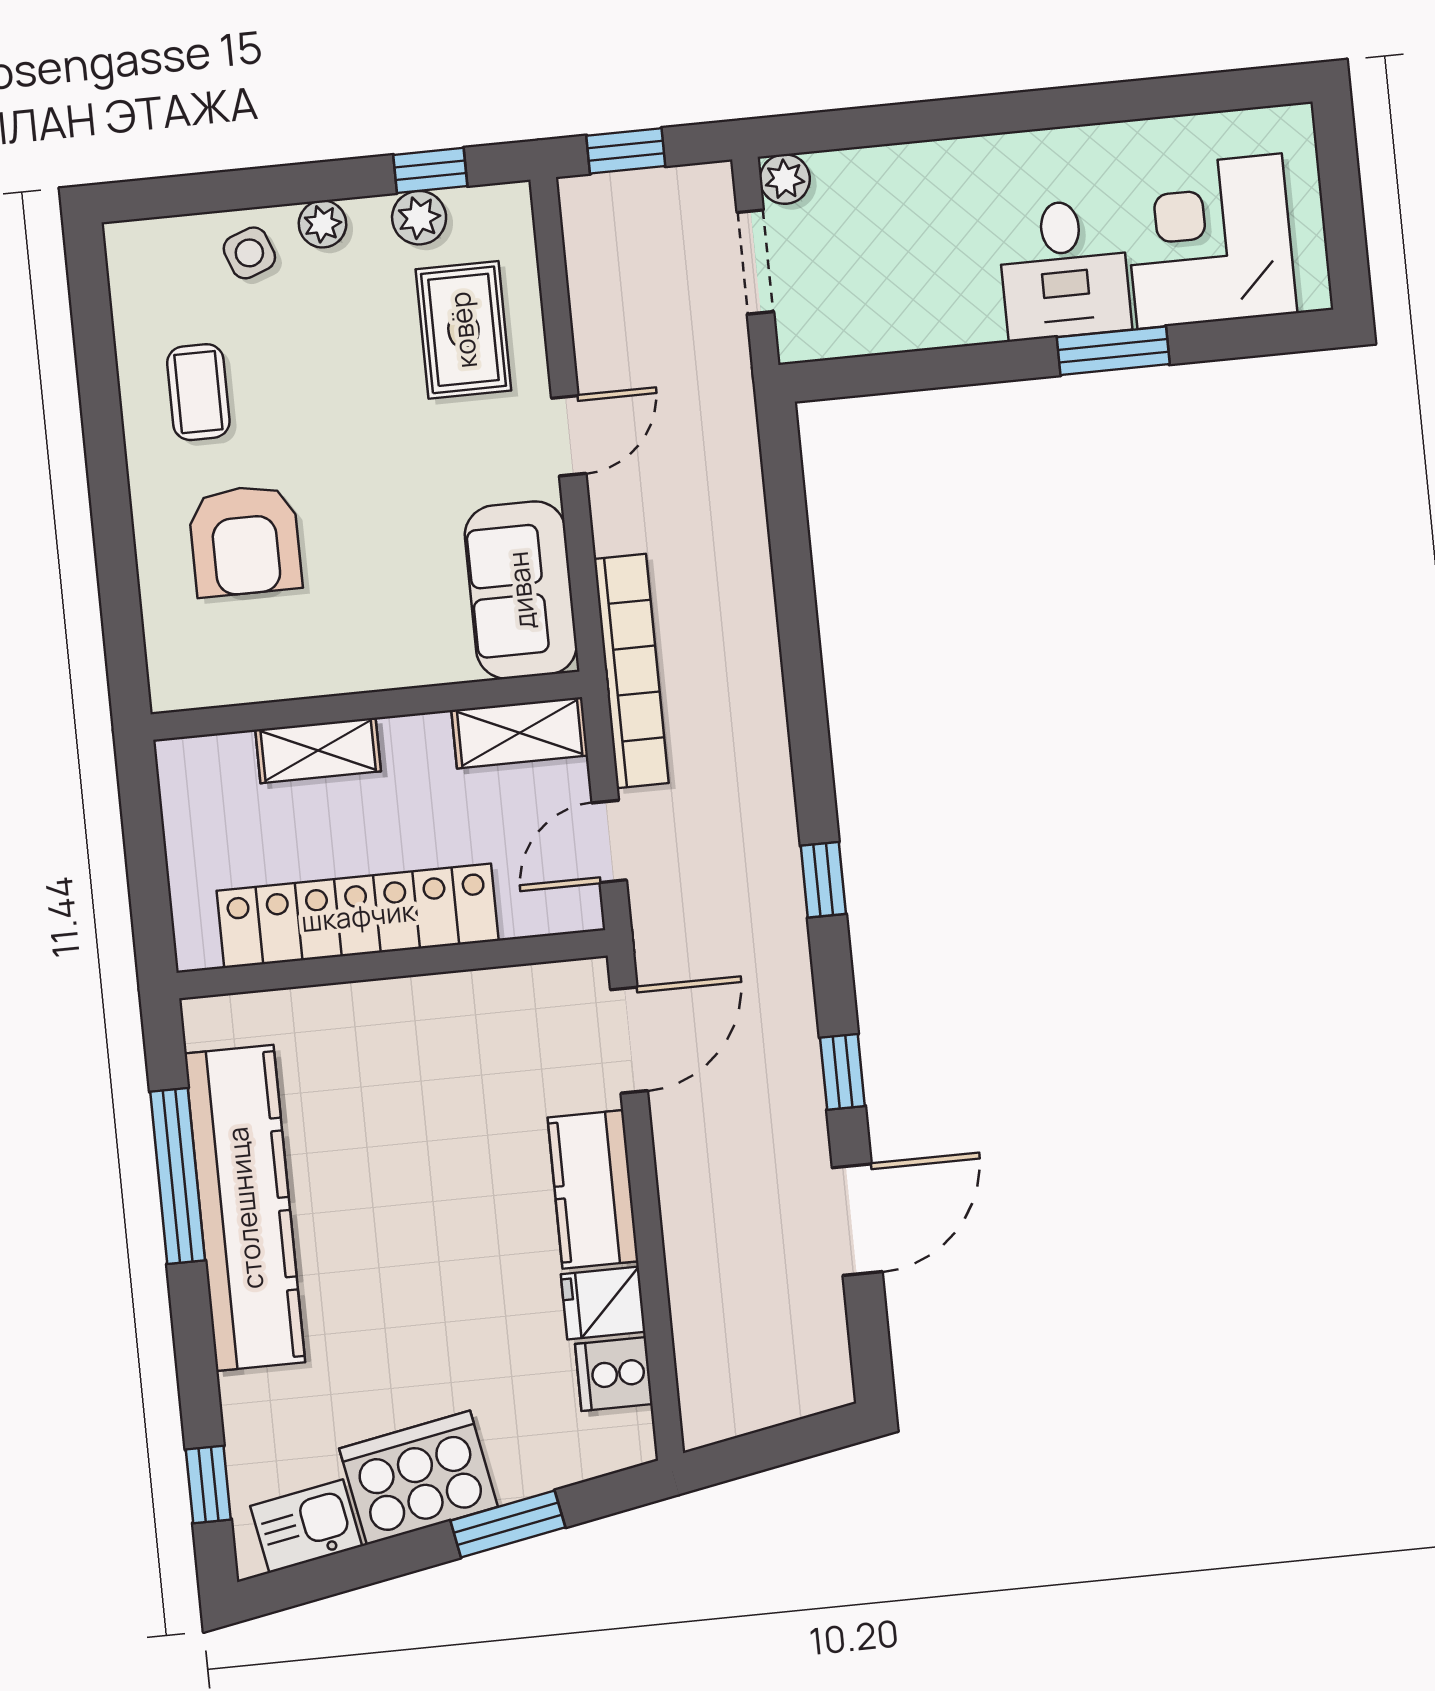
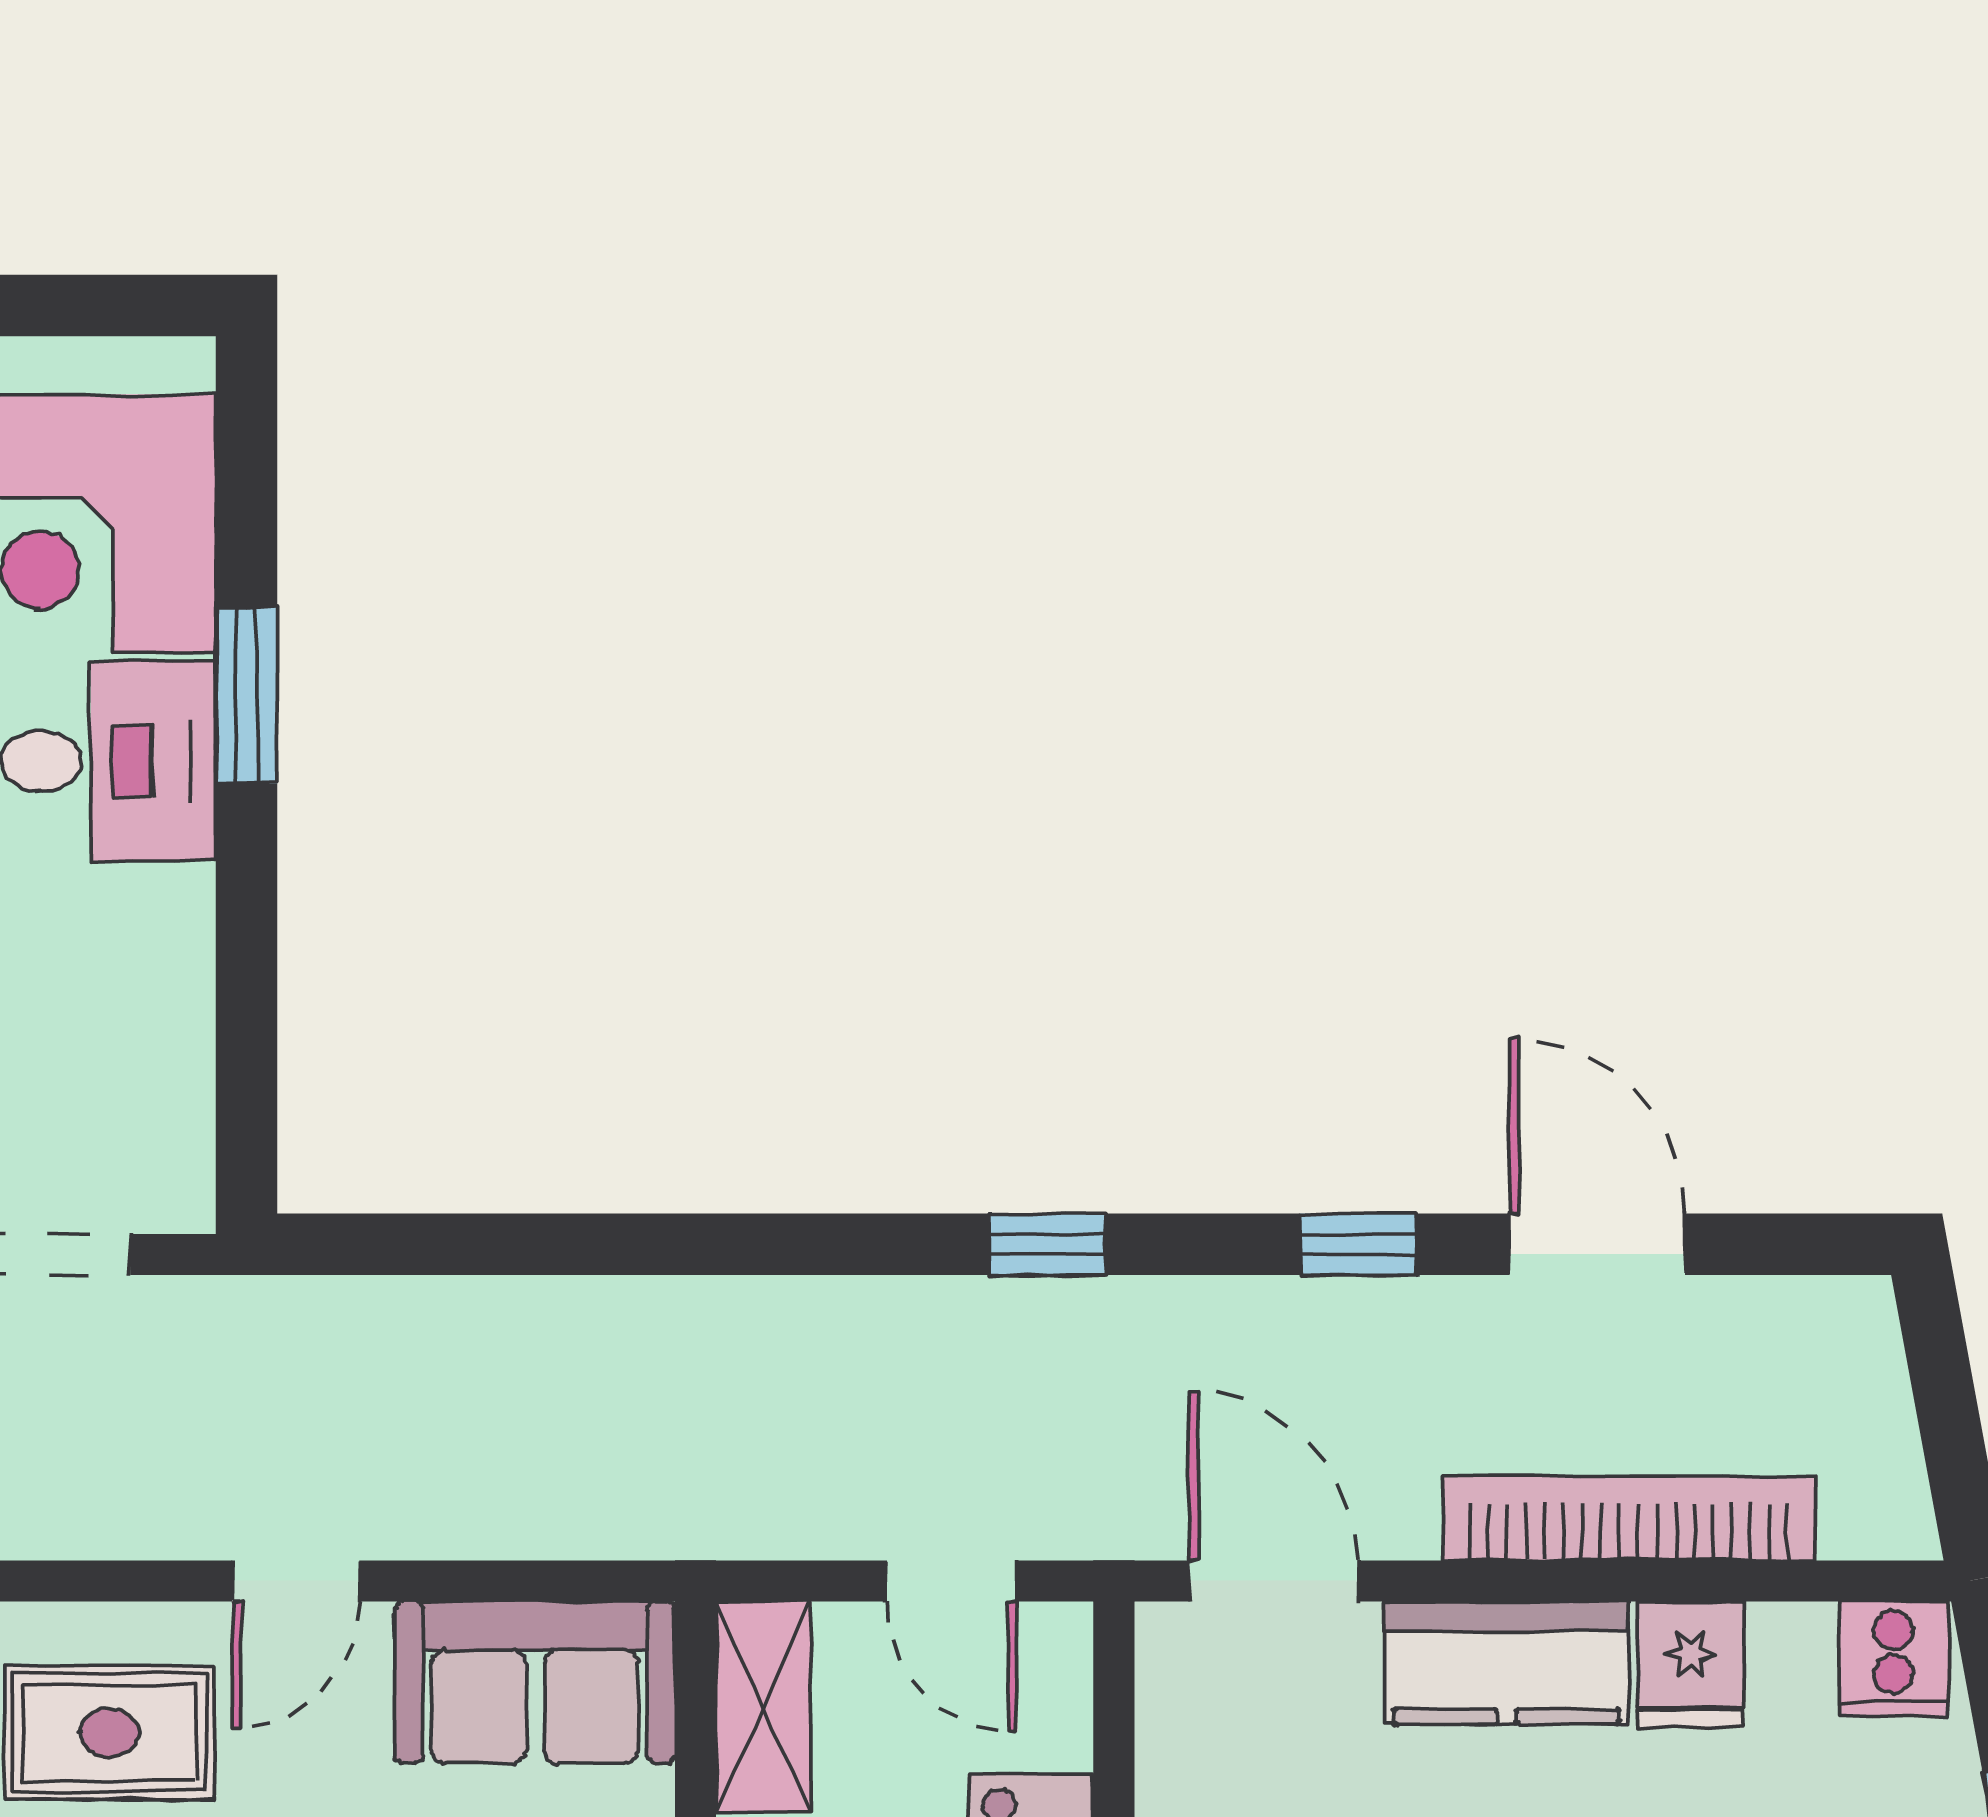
door: (569, 436) -> (296, 1581), swing flipped
bookcase: (631, 671) -> (1629, 1518), moved
cooker: (614, 1374) -> (1894, 1659), moved

